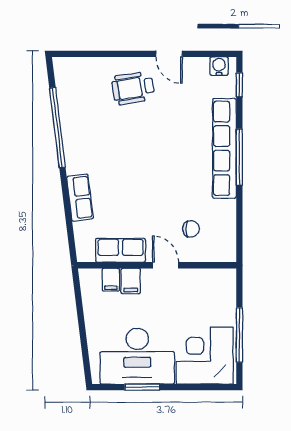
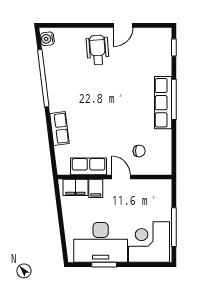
door: (169, 54) -> (123, 25), hinge flipped
water cooler: (219, 66) -> (47, 39), moved, turned -97
wheelchair: (133, 88) -> (98, 50), turned 95
row of seats: (224, 148) -> (163, 103), width x0.73
filing cabinet: (111, 280) -> (75, 187), width x2.00

